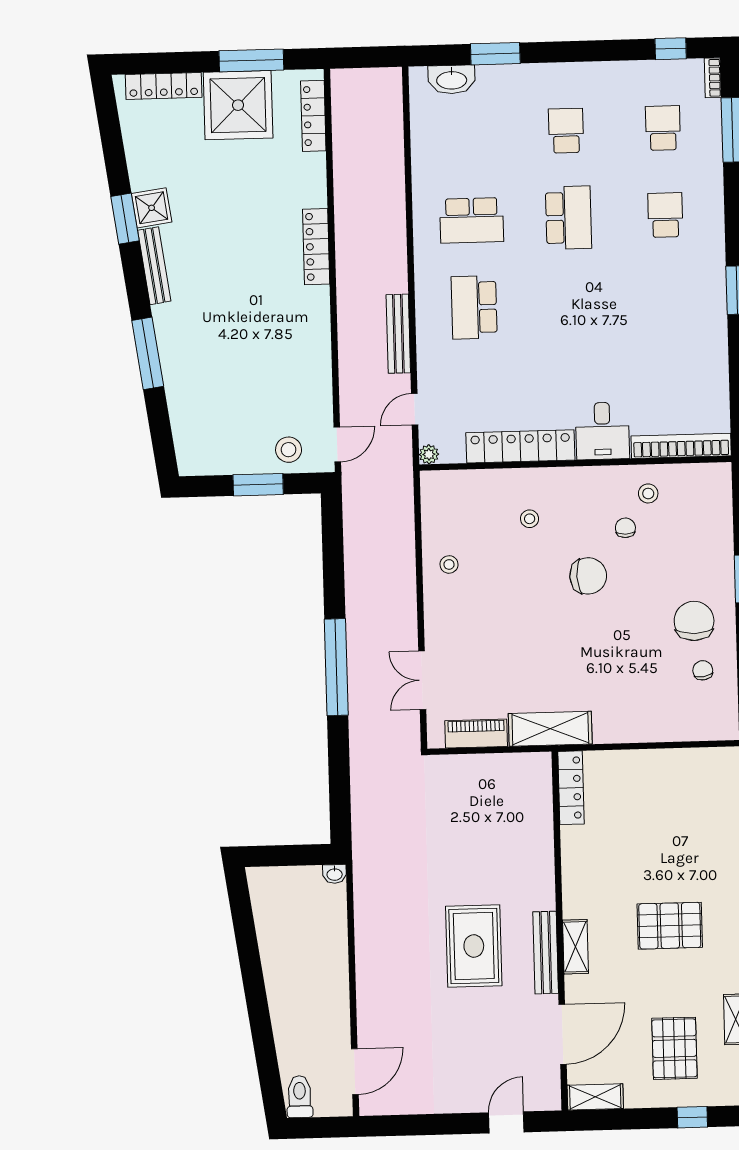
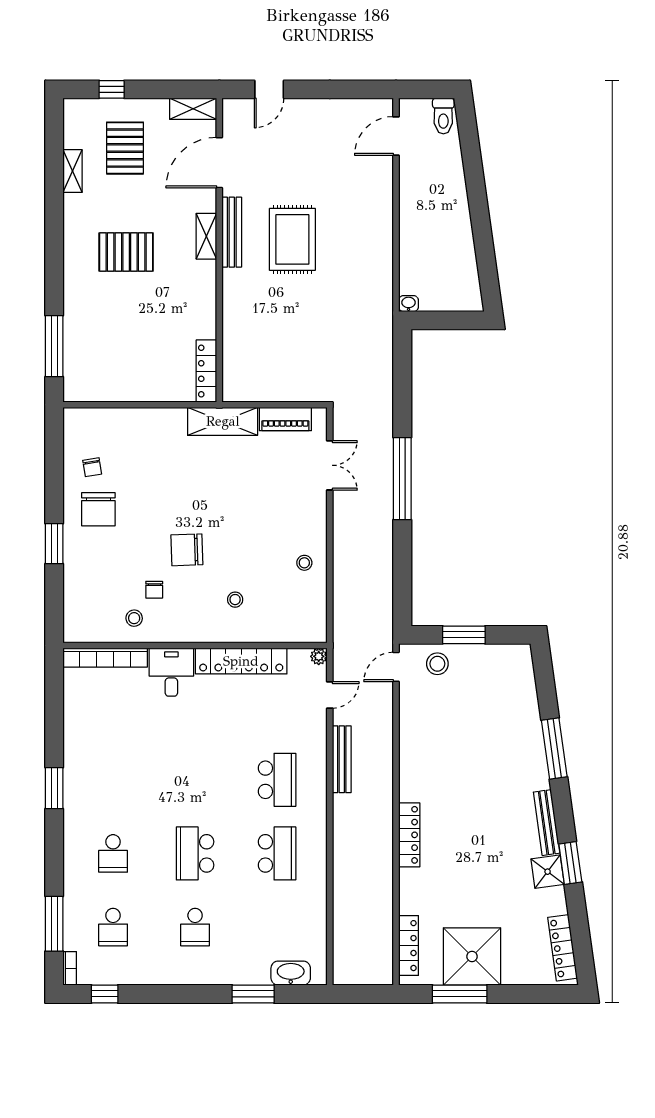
locker: (164, 86) -> (563, 948), moved, turned -98
school desk: (472, 220) -> (277, 853), turned 90

